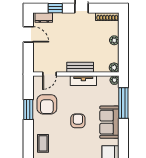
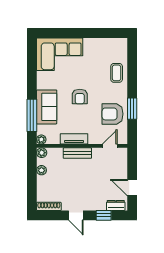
plant: (114, 40) -> (41, 170), moved
armchair: (47, 104) -> (112, 114), turned -90
sofa: (109, 122) -> (47, 107), moved

